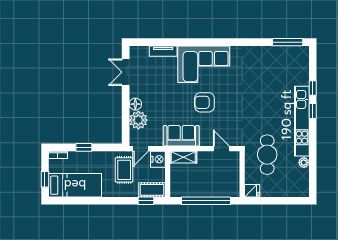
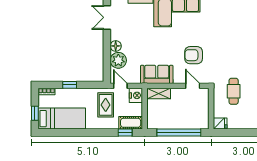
armchair: (204, 102) -> (194, 55), moved
door: (141, 149) -> (120, 86), swing flipped
cafe table: (267, 155) -> (234, 91), width x0.73, depth x0.74

